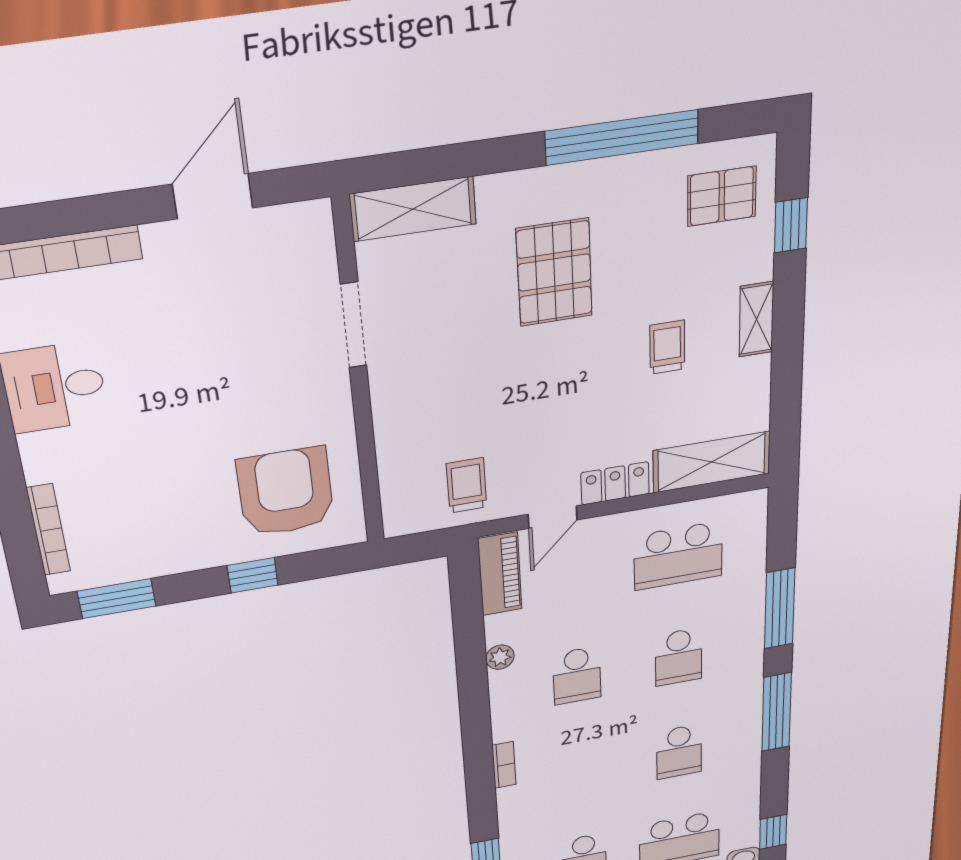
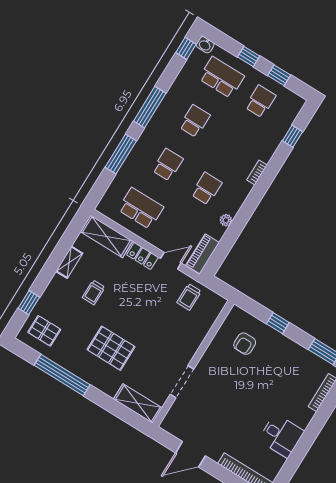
pallet: (554, 272) -> (111, 348), turned 90
shelving: (756, 319) -> (69, 262), moved
armchair: (286, 492) -> (245, 344), width x0.53, depth x0.53

